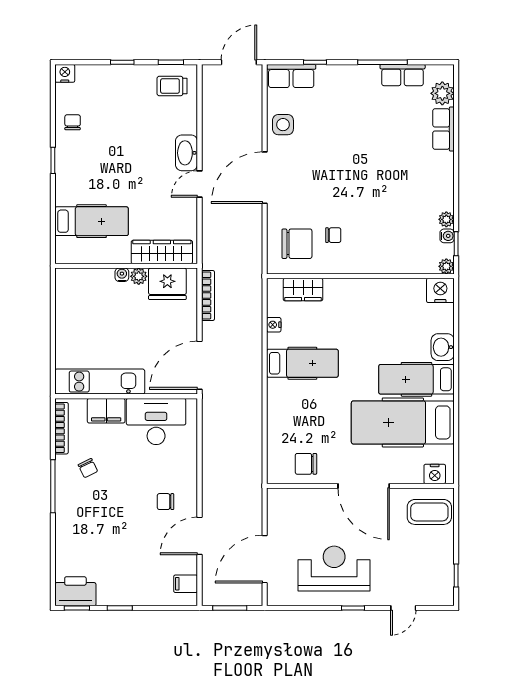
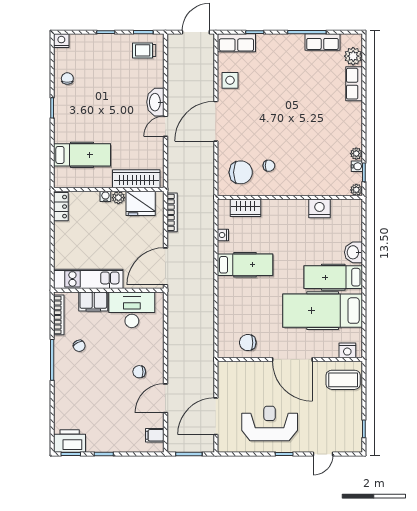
locker: (64, 288) -> (61, 207), added
nightstand: (440, 290) -> (319, 208), moved

